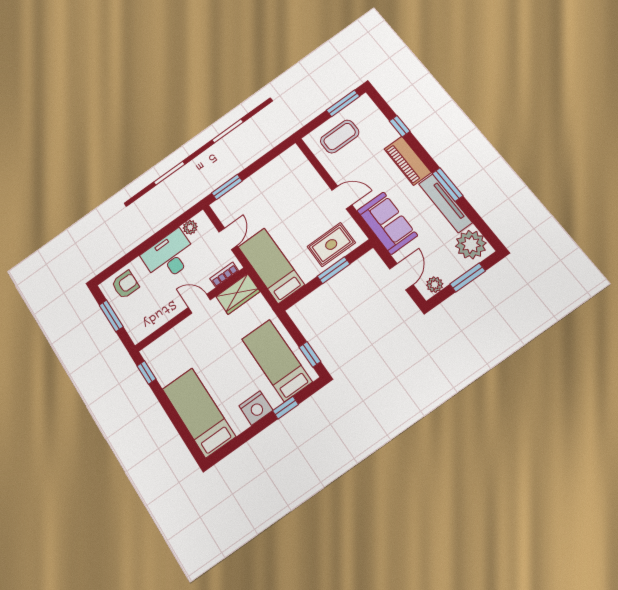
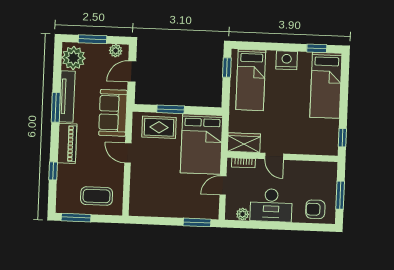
bed: (271, 266) -> (202, 144), width x1.50
window: (286, 408) -> (317, 48), moved

